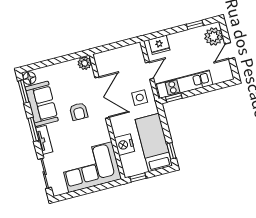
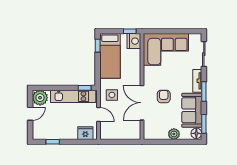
plant: (214, 36) -> (40, 98), moved
plant: (85, 63) -> (174, 134), moved
door: (149, 71) -> (99, 115), swing flipped
nightstand: (124, 145) -> (134, 41), moved

